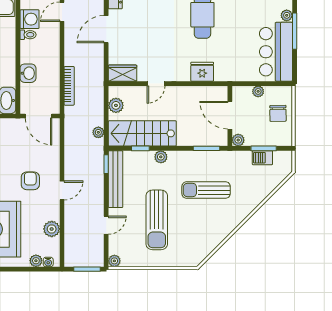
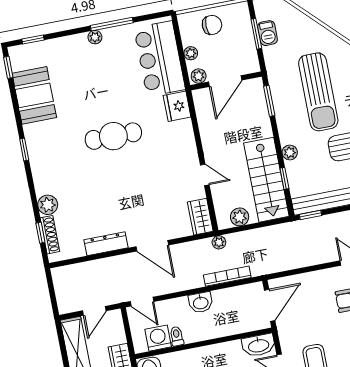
bar counter: (276, 52) -> (160, 59), moved, turned 90
fridge: (202, 72) -> (177, 106), moved
washbasin: (28, 73) -> (201, 302), moved, turned 180
plant: (98, 132) -> (219, 242), moved
plant: (238, 140) -> (199, 76), moved
sun lounger: (206, 190) -> (318, 92), width x1.36, depth x1.34

